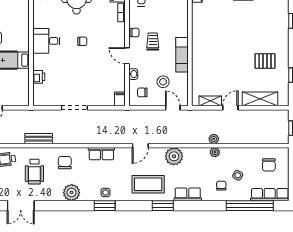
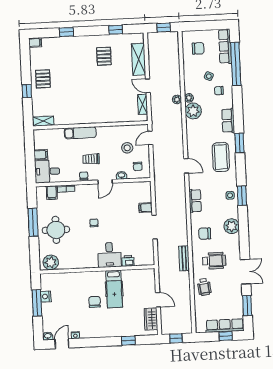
desk: (46, 41) -> (109, 255), moved
exam couch: (182, 55) -> (80, 133), moved
filing cabinet: (120, 99) -> (146, 208), moved
plant: (174, 156) -> (193, 111), moved

